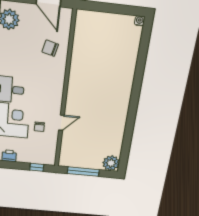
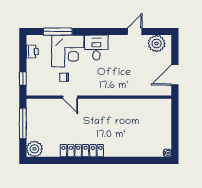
chair: (50, 48) -> (137, 80), removed
locker: (121, 116) -> (82, 151), added

